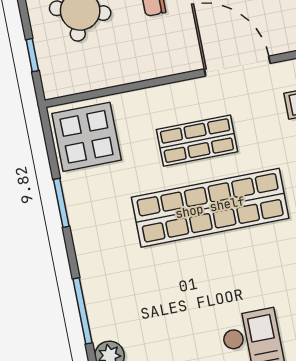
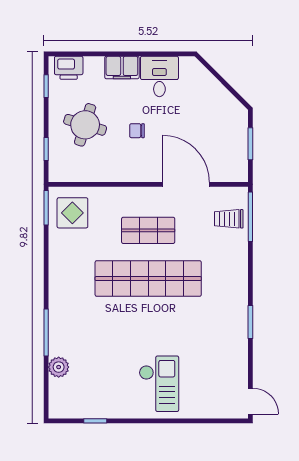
display table: (87, 137) -> (72, 213), width x0.73, depth x0.73
window: (61, 203) -> (46, 208), moved

